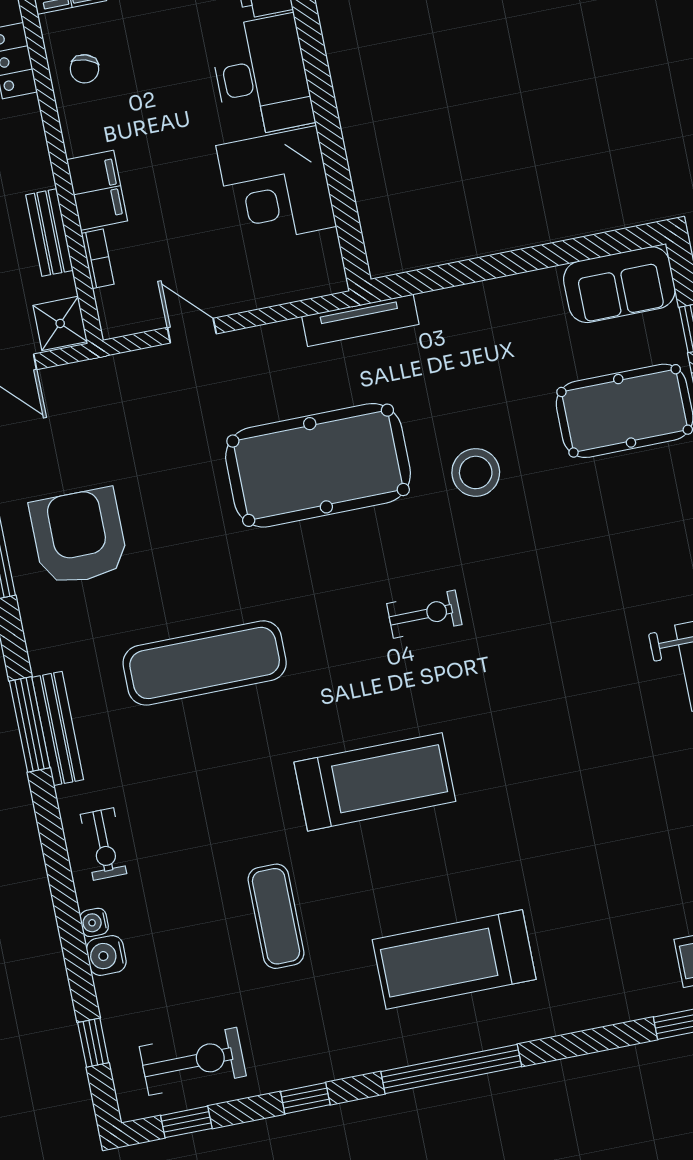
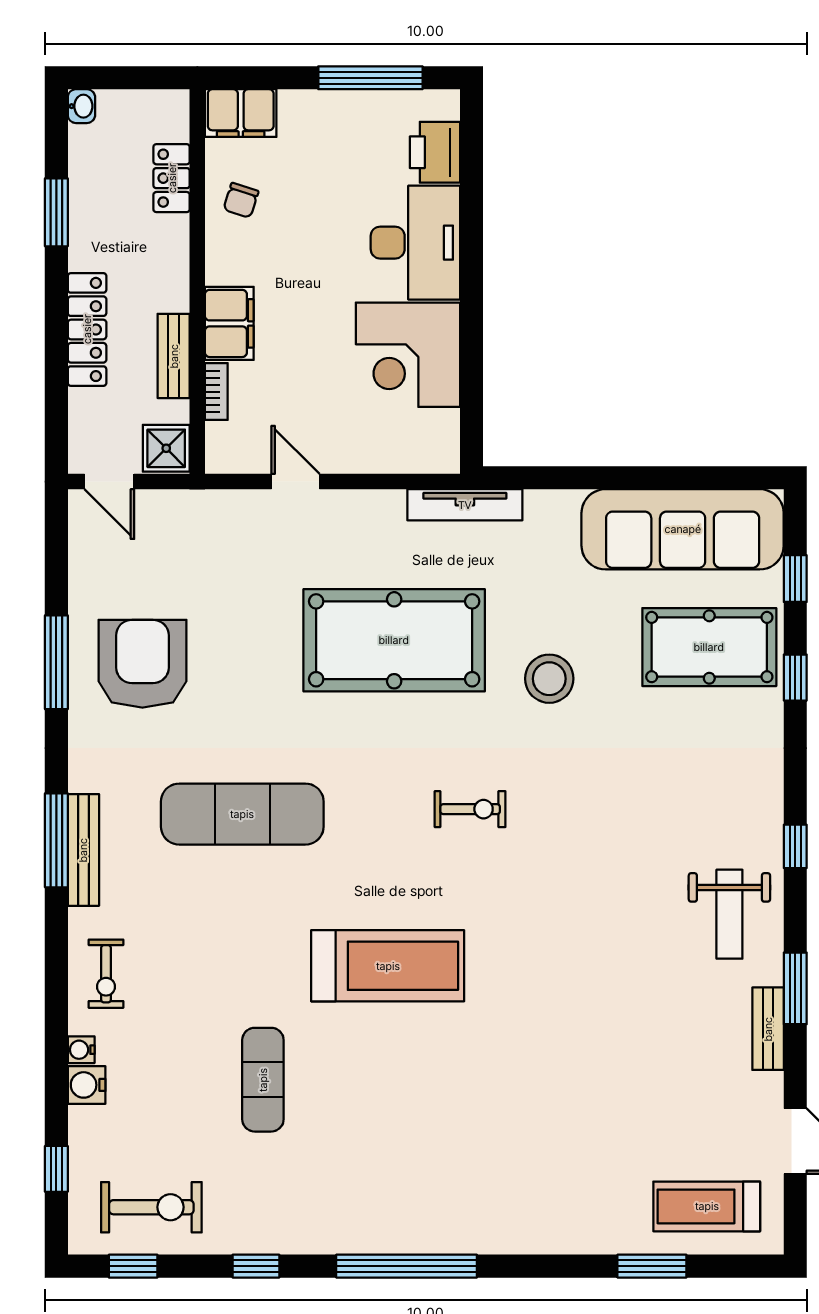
sofa: (619, 285) -> (683, 529), width x1.85, depth x1.27
treadmill: (454, 960) -> (431, 1158), removed

